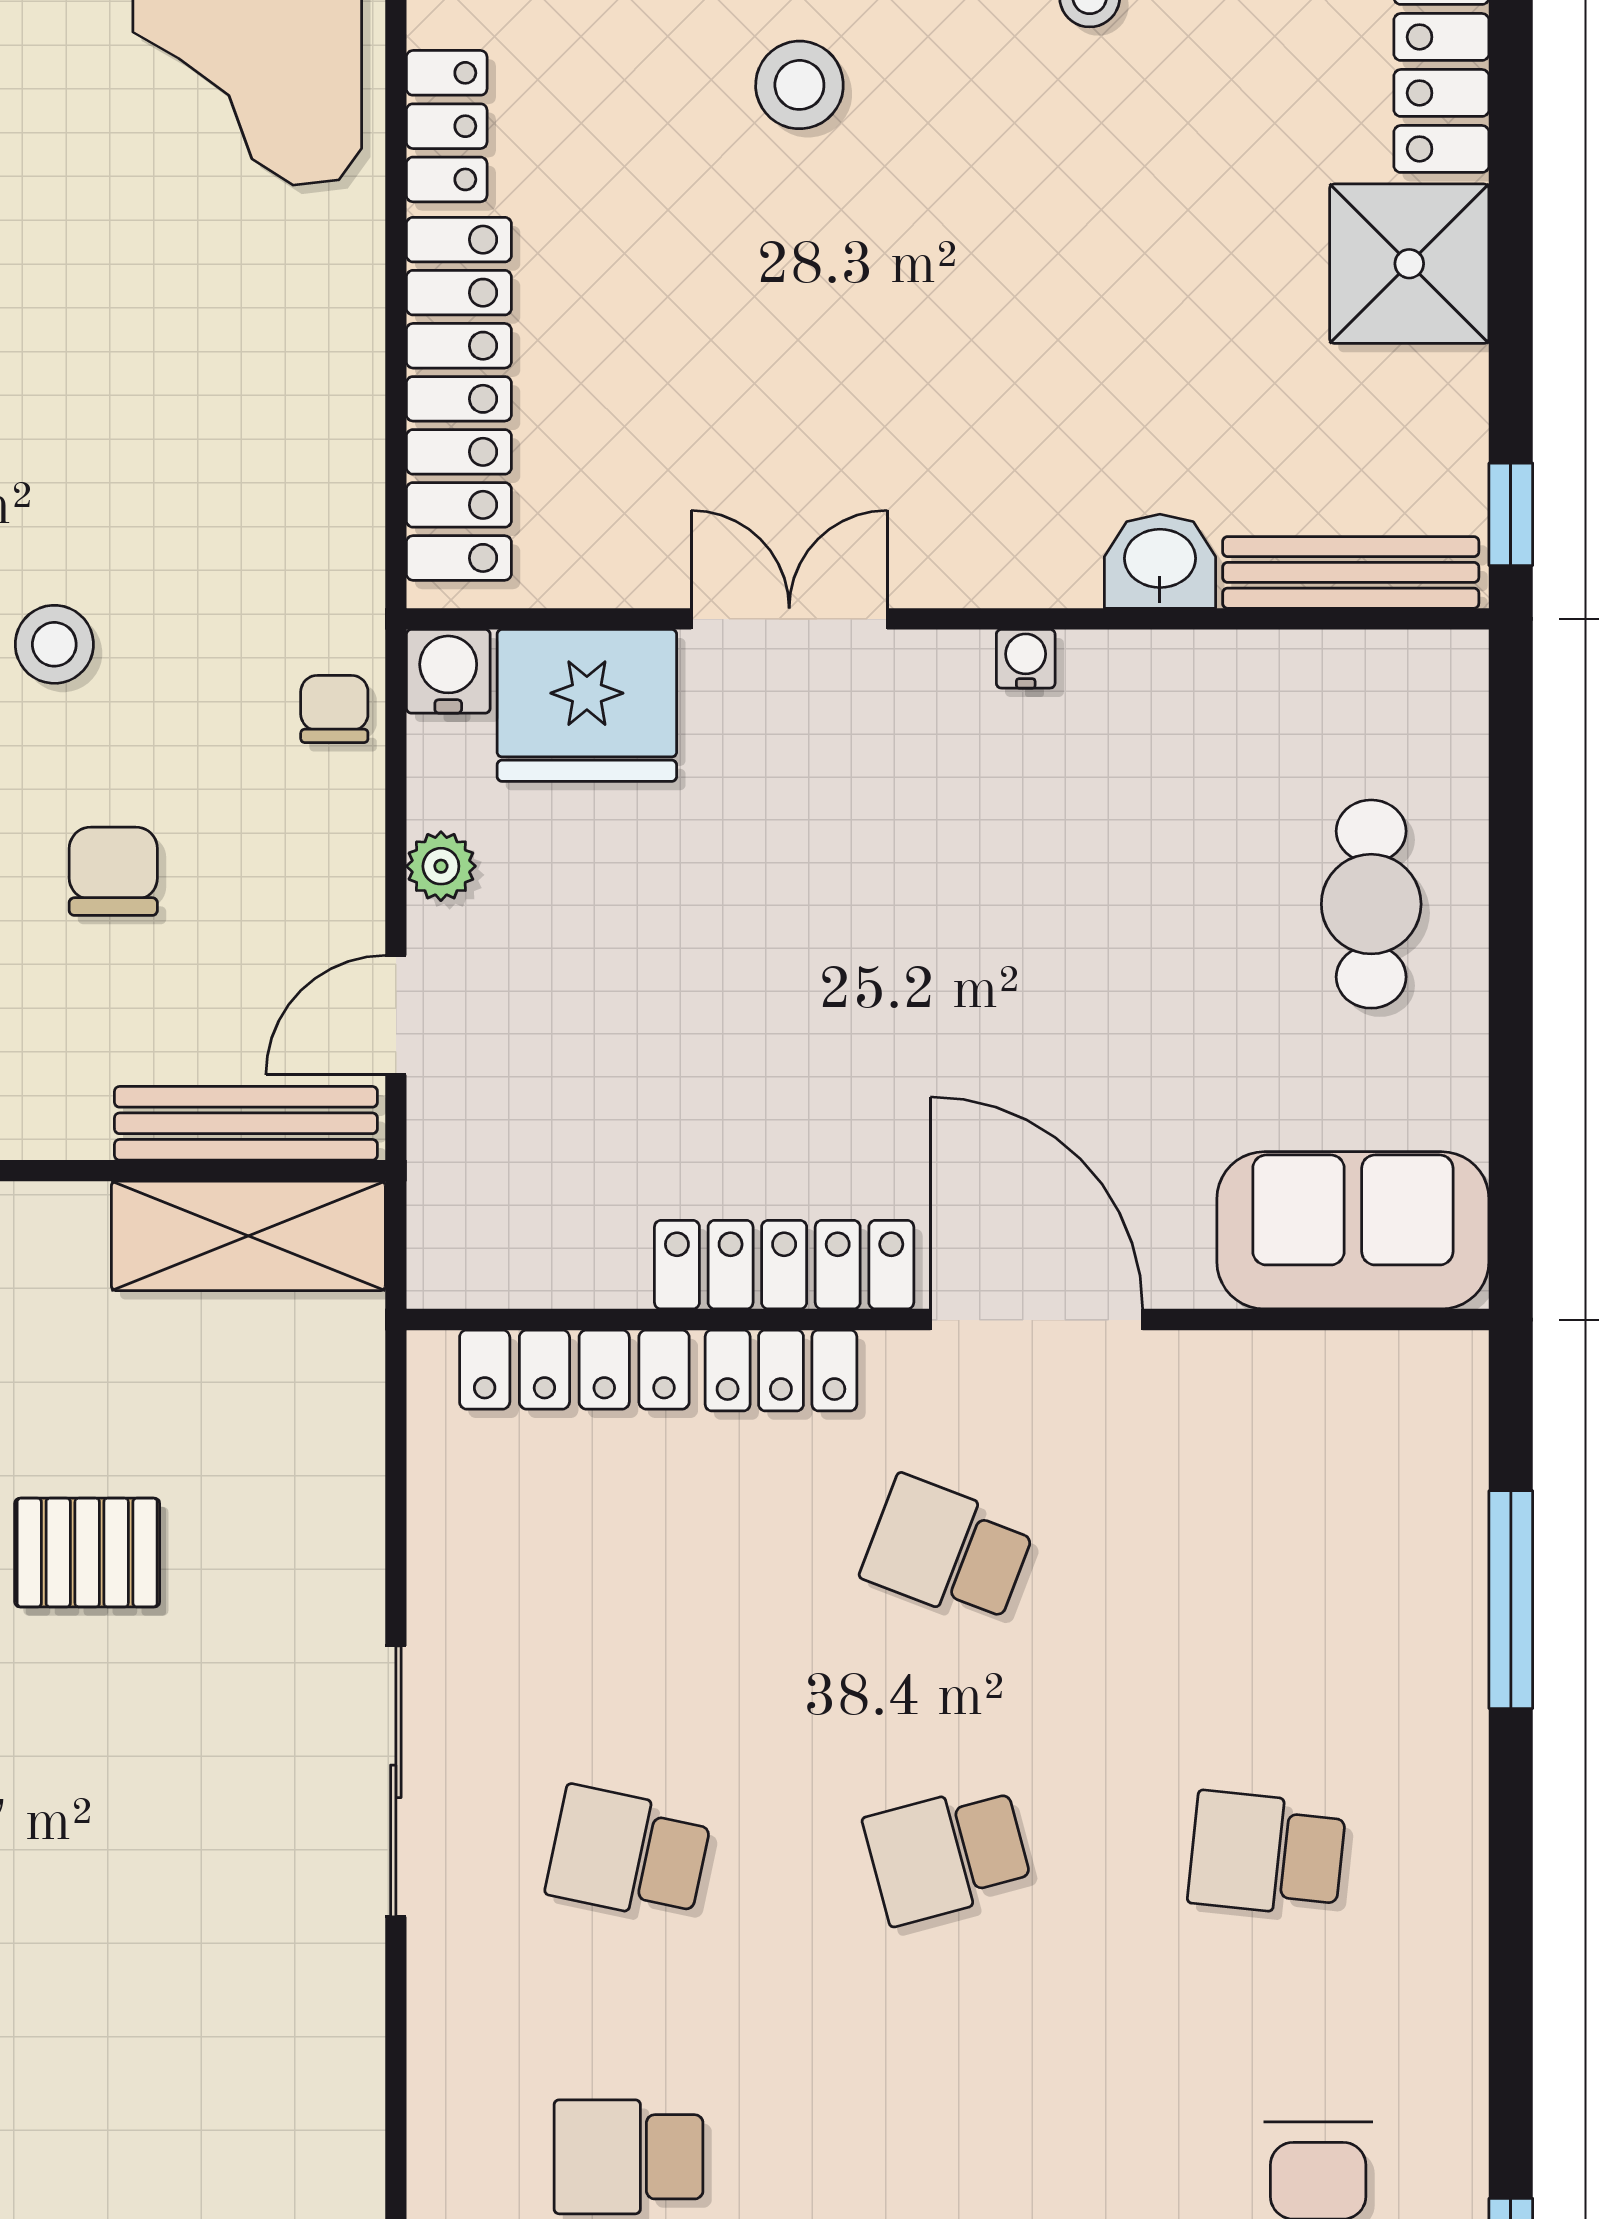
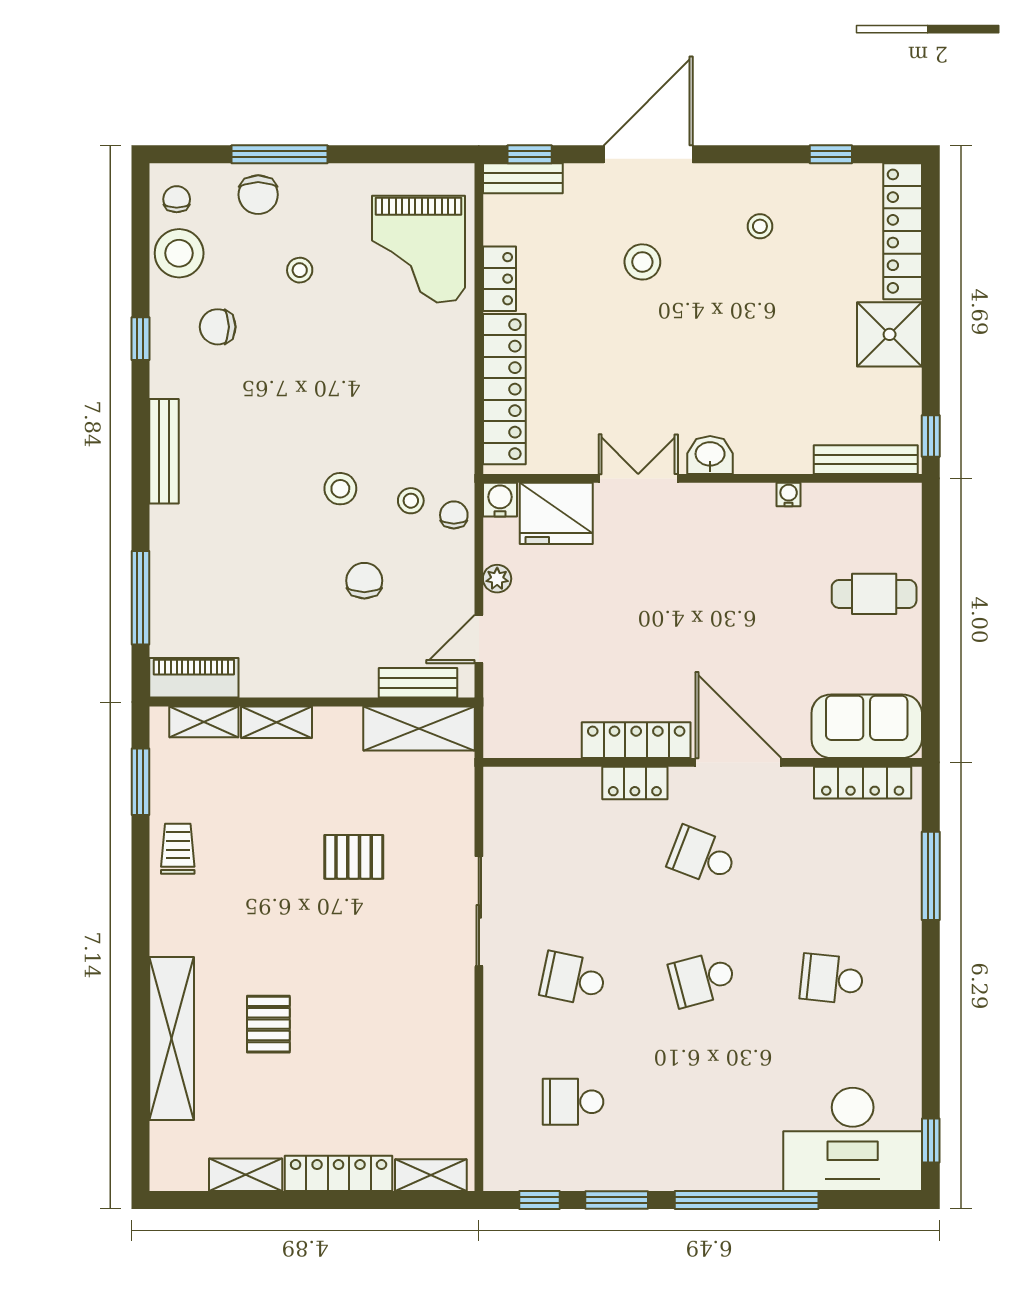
washbasin: (1160, 561) -> (710, 455), moved
water cooler: (1026, 659) -> (789, 495), moved
stool: (228, 674) -> (411, 501), added
cafe table: (1371, 904) -> (874, 594), turned 90
bench: (246, 1123) -> (418, 683), width x0.73
locker: (574, 1370) -> (863, 783), moved
sliding door: (396, 1781) -> (479, 911), moved

